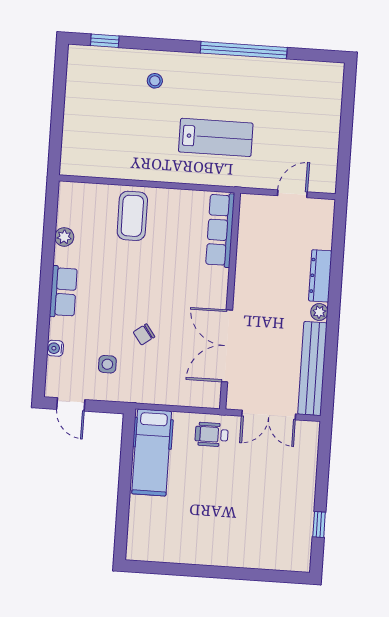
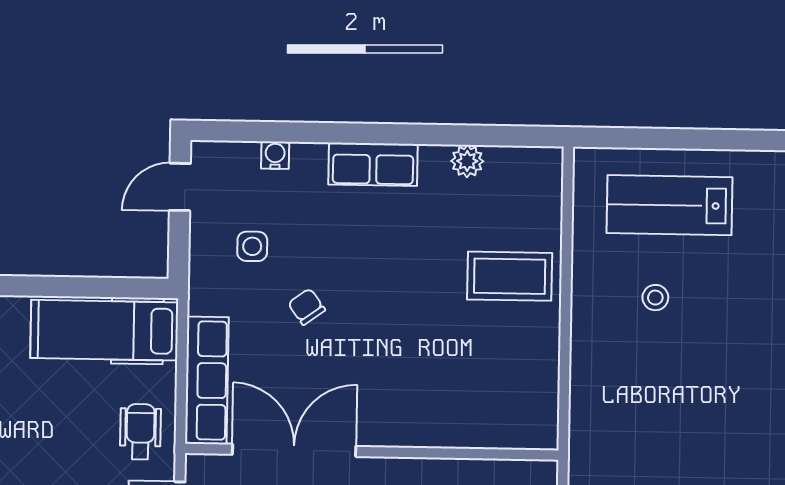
stool: (155, 81) -> (655, 298), moved
lab bench: (216, 137) -> (669, 205), moved, turned 90
row of seats: (220, 230) -> (207, 380), moved, turned 90

